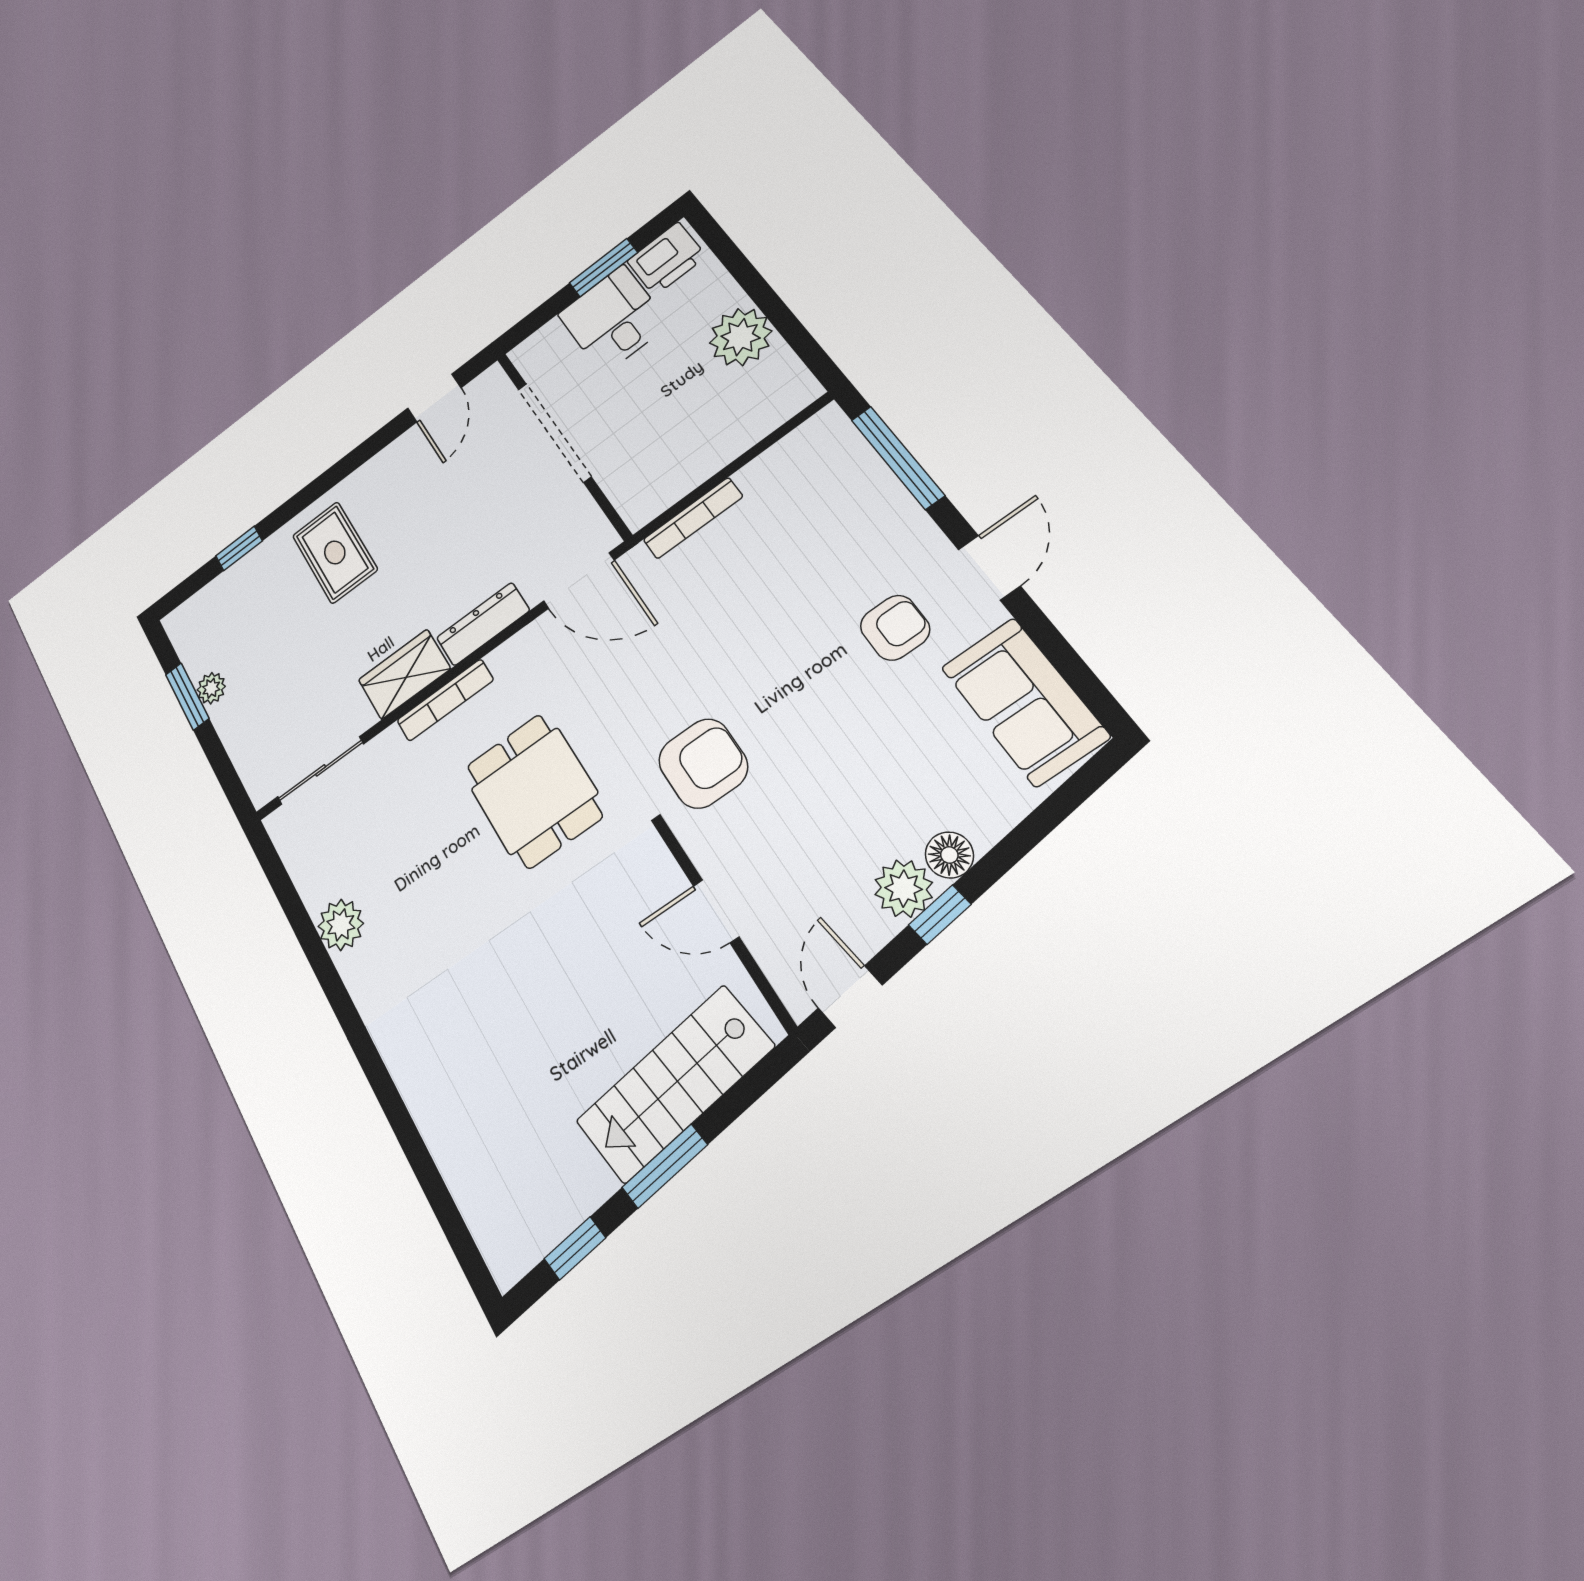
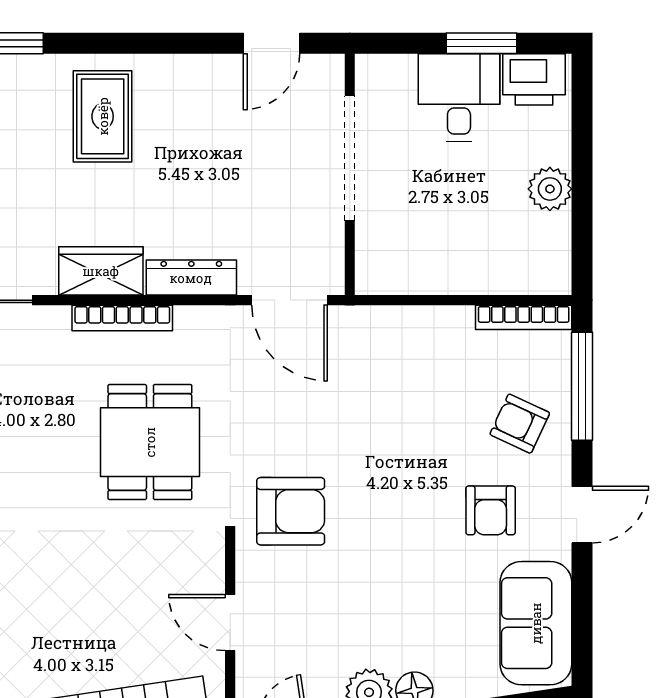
plant: (740, 337) -> (550, 189), width x0.73, depth x0.73
bookcase: (693, 518) -> (524, 317), moved
armchair: (863, 531) -> (520, 424), added
armchair: (895, 628) -> (491, 510), turned 90

